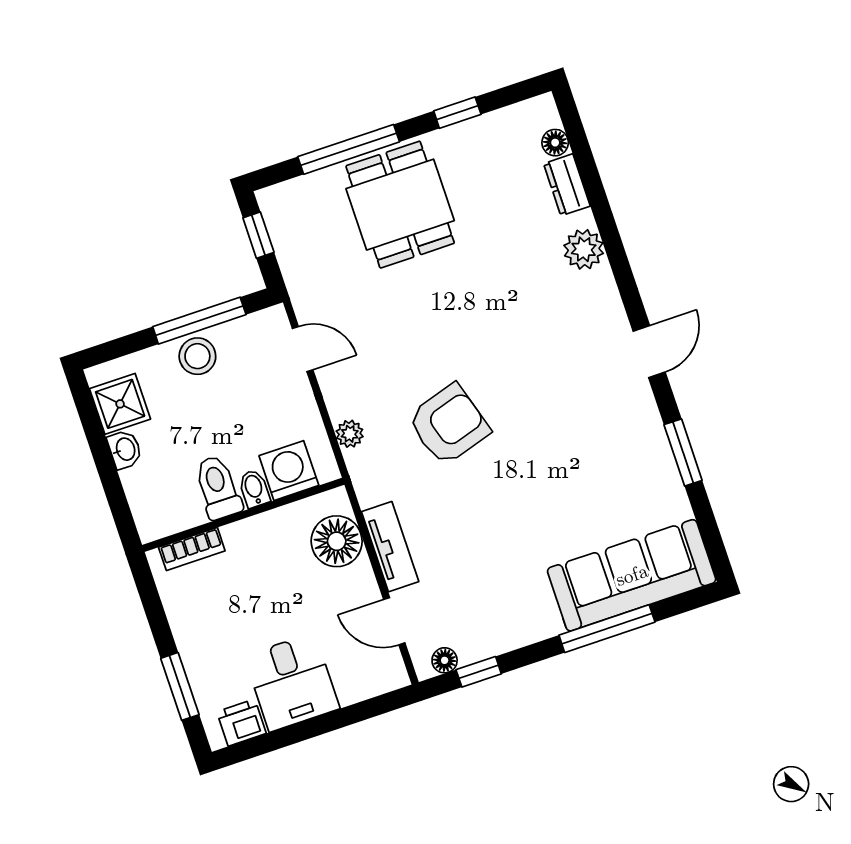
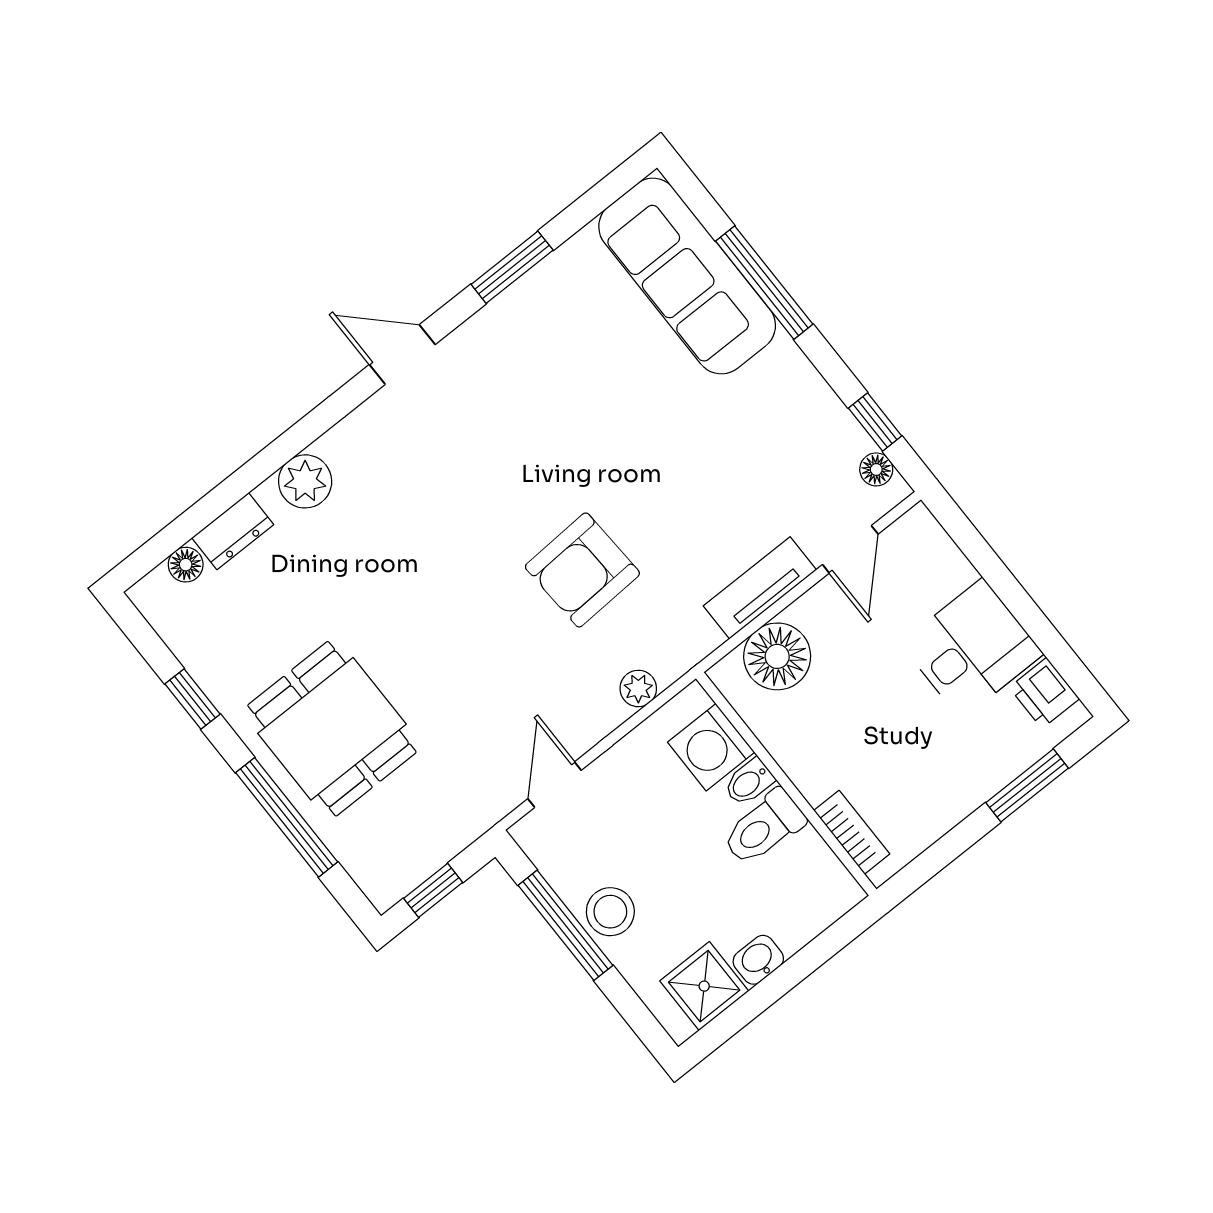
dining table: (400, 205) -> (332, 729), turned 90
armchair: (449, 425) -> (582, 570), turned -76

